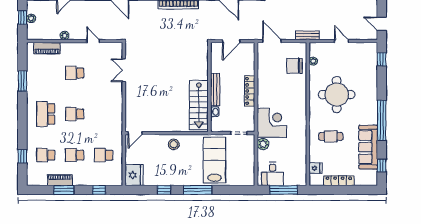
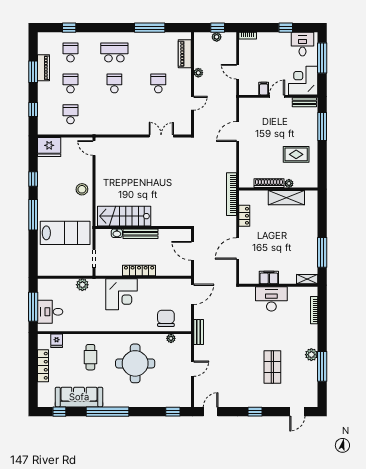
window: (22, 81) -> (150, 28), width x1.44
corner desk: (272, 123) -> (121, 294), moved
desk: (273, 174) -> (50, 312), moved

